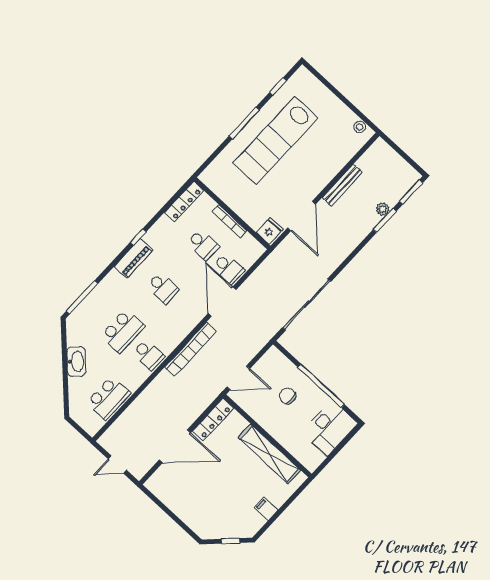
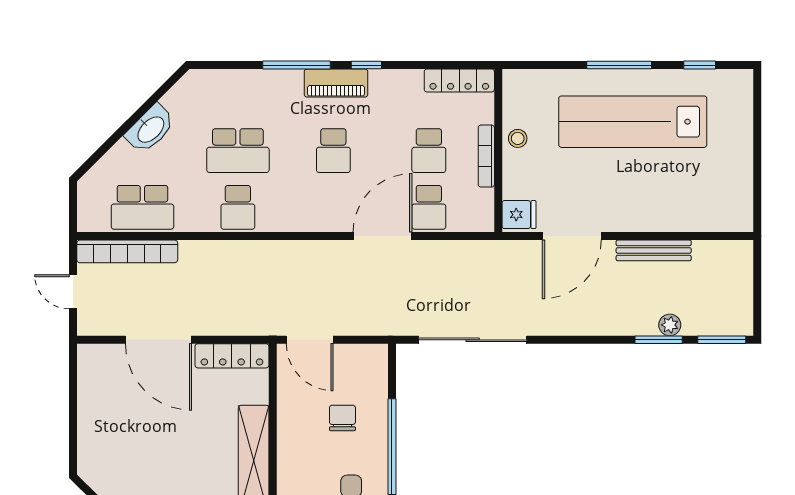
stool: (360, 127) -> (518, 138), moved
window: (82, 297) -> (296, 65), moved
bookcase: (191, 349) -> (127, 251), moved

